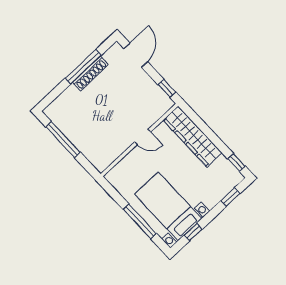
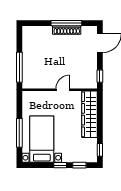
door: (143, 137) -> (63, 90), swing flipped
window: (63, 140) -> (19, 67), moved
window: (193, 232) -> (60, 165), moved

